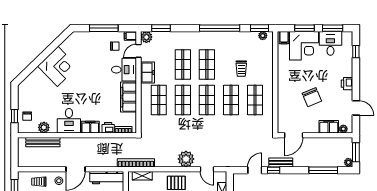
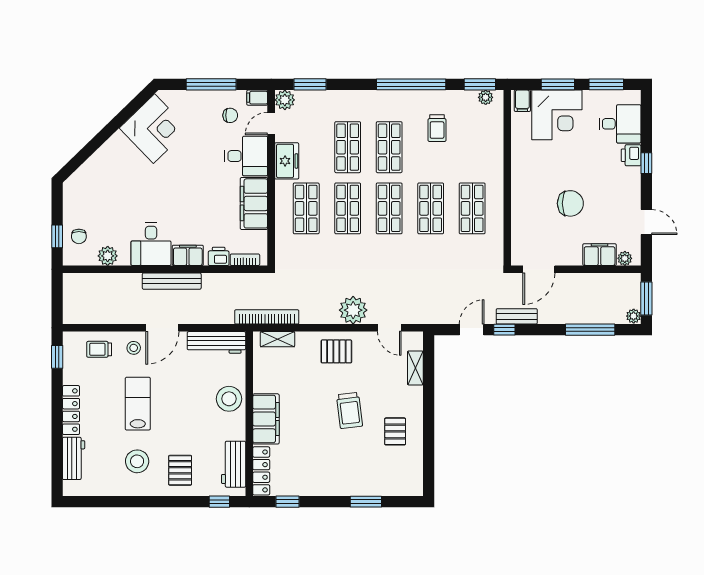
desk: (330, 43) -> (620, 124), moved, turned 90
window: (356, 52) -> (646, 163), moved
corner desk: (58, 66) -> (154, 129), moved
trolley: (241, 69) -> (437, 128), moved
printer: (347, 84) -> (631, 155), moved
chair: (312, 97) -> (570, 203), turned -67
bench: (43, 142) -> (172, 281), moved

